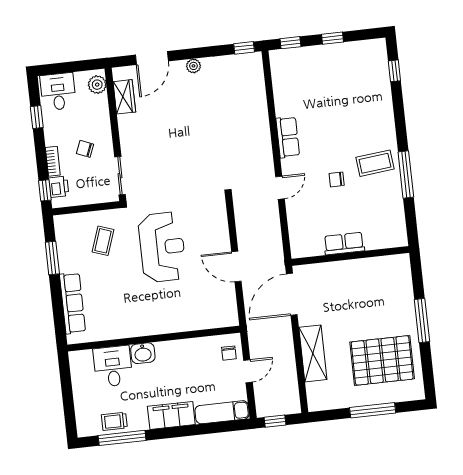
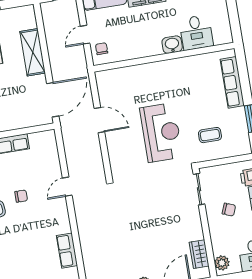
row of seats: (288, 137) -> (67, 251), moved
coffee table: (103, 241) -> (210, 135), turned 71
reception desk: (162, 247) -> (161, 133), turned 180

